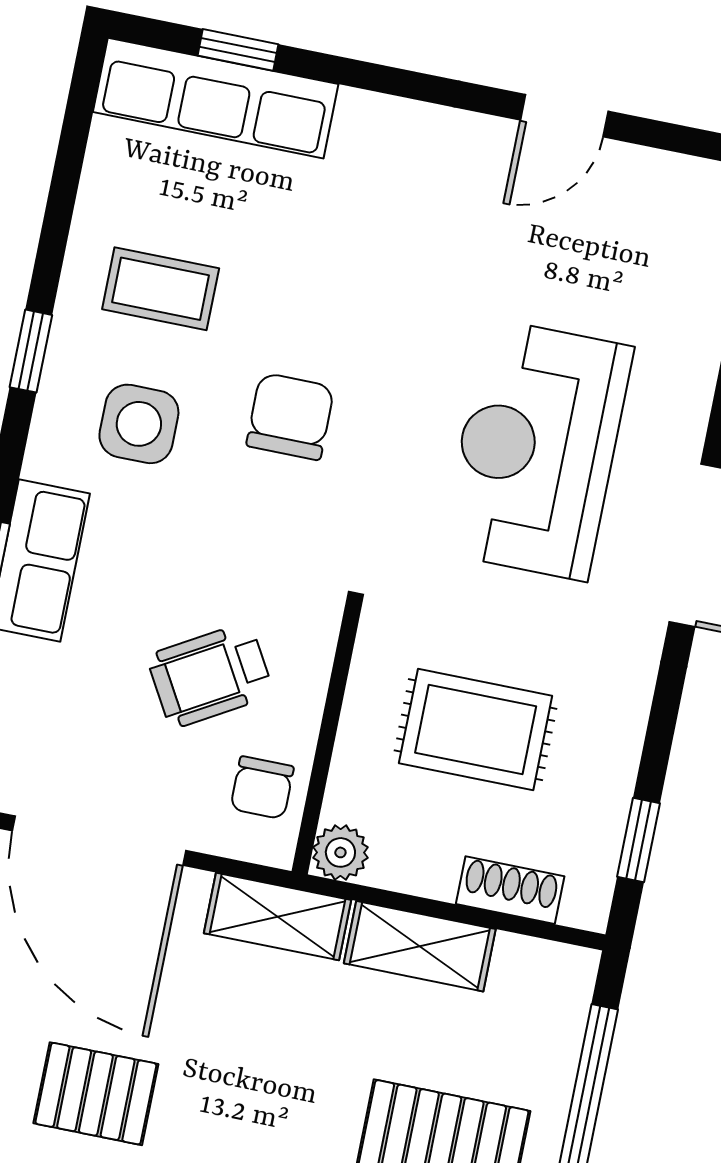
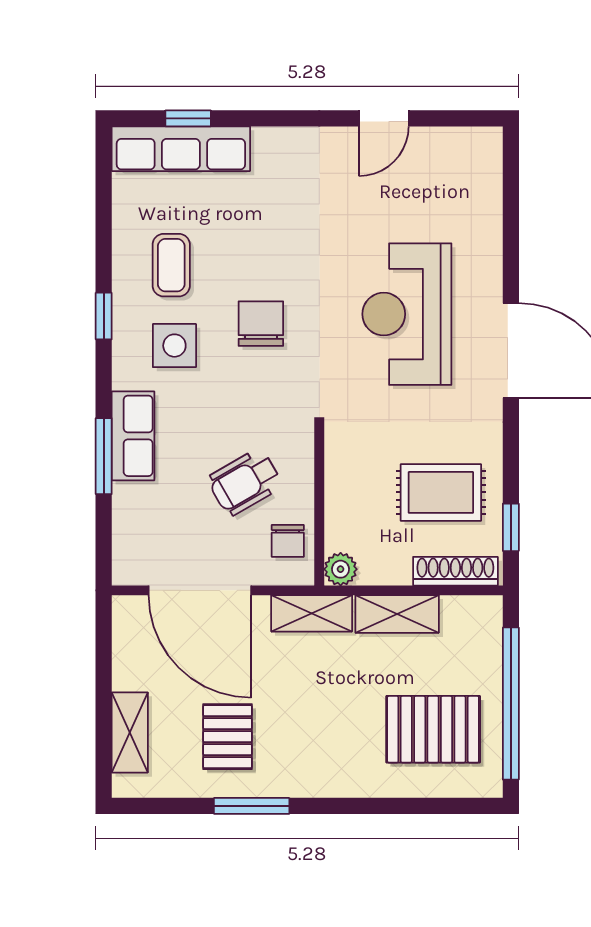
coffee table: (161, 289) -> (171, 265), turned 90
rug: (476, 730) -> (441, 492), moved
shoe rack: (510, 890) -> (455, 571), width x1.43
pallet: (96, 1094) -> (228, 737), turned 90

